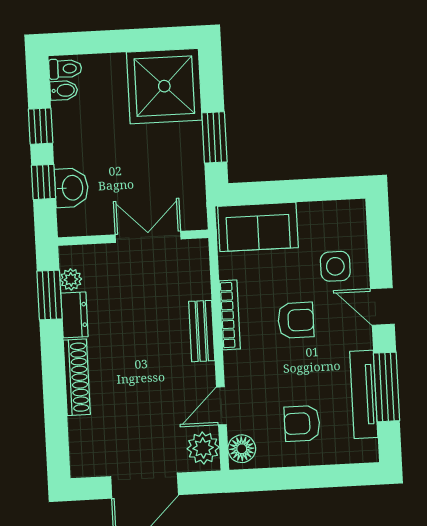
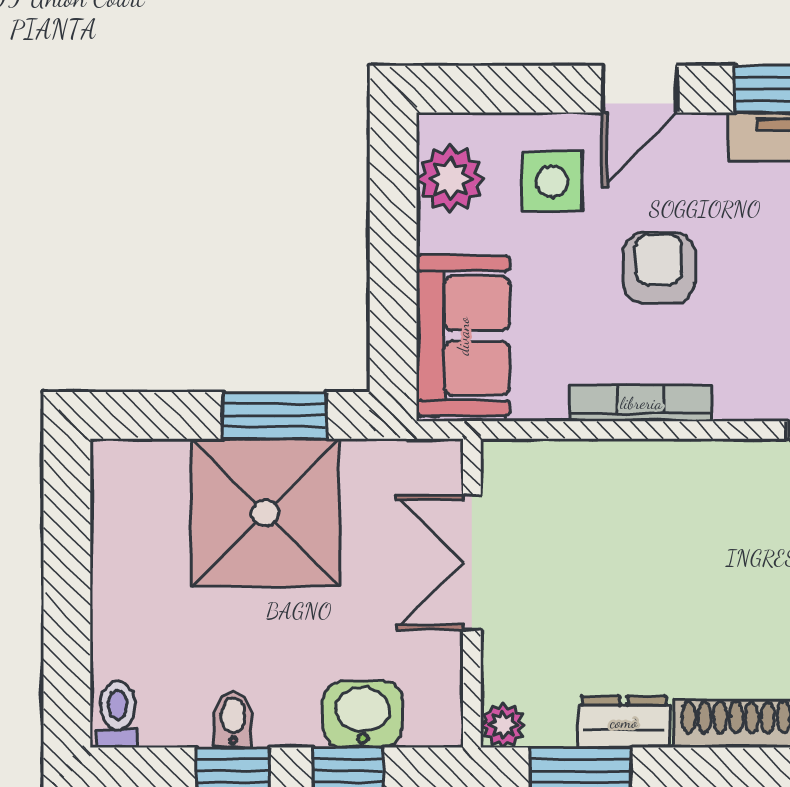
shower: (164, 86) -> (265, 513), moved
bidet: (64, 90) -> (233, 719), moved
plant: (334, 217) -> (450, 179), added
plant: (71, 279) -> (503, 725), moved
bench: (202, 331) -> (671, 462), removed

